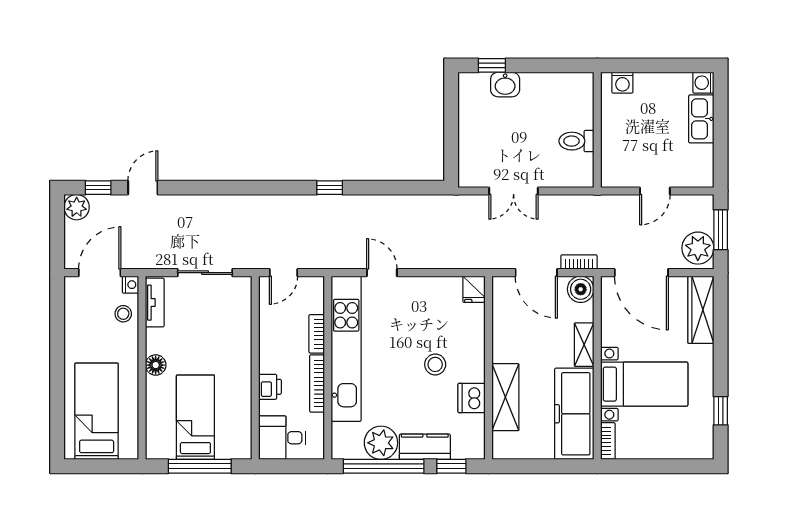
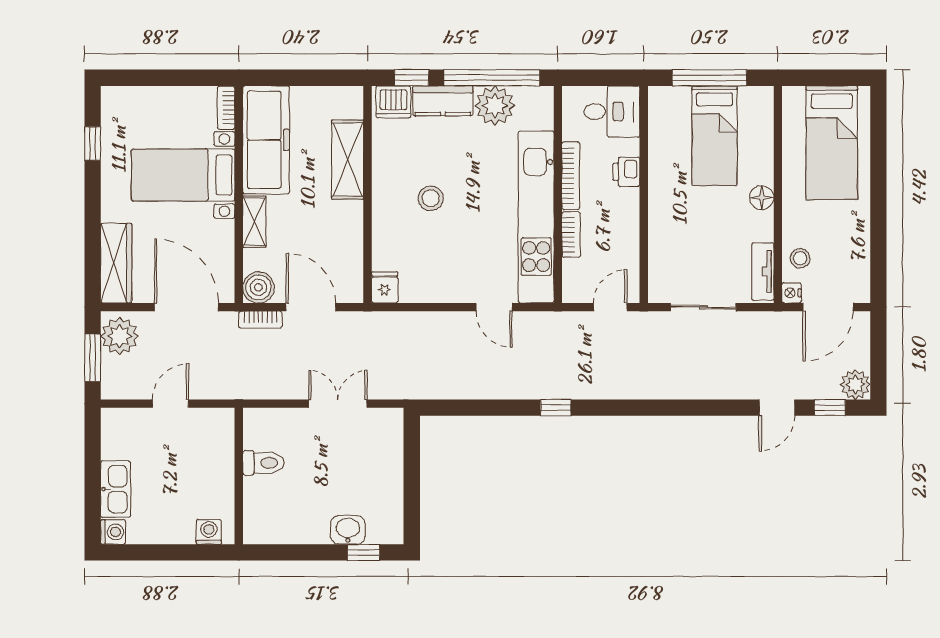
dishwasher: (472, 398) -> (393, 102), moved, turned 90

